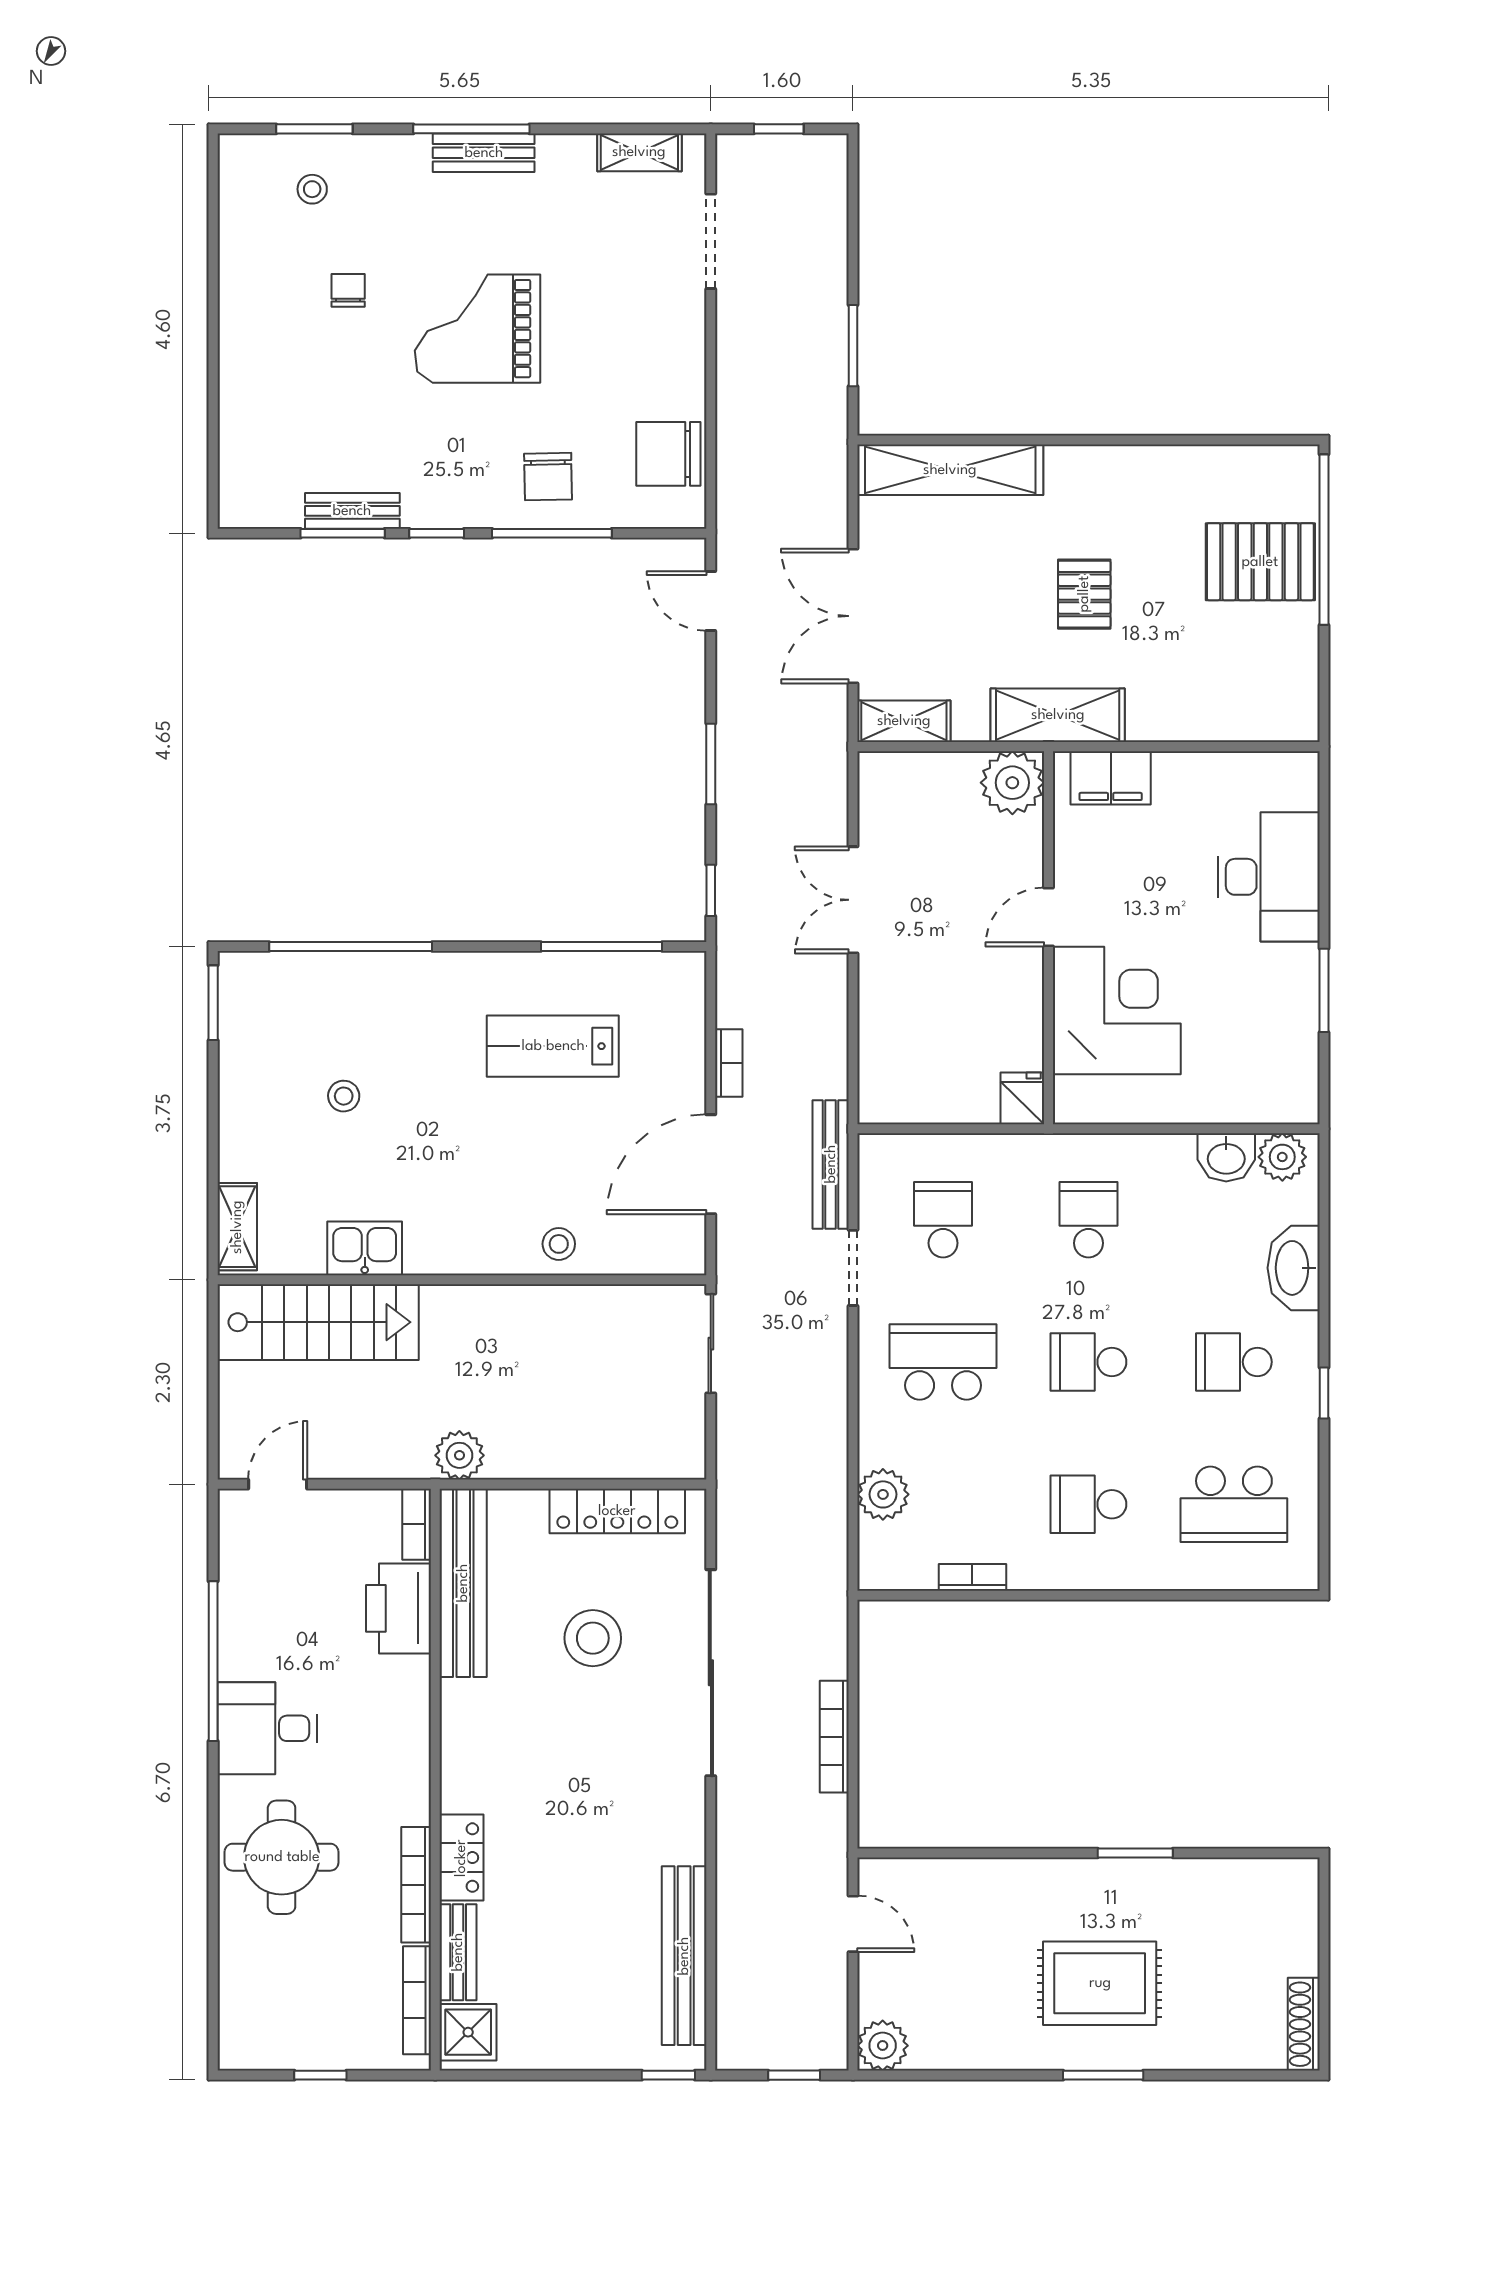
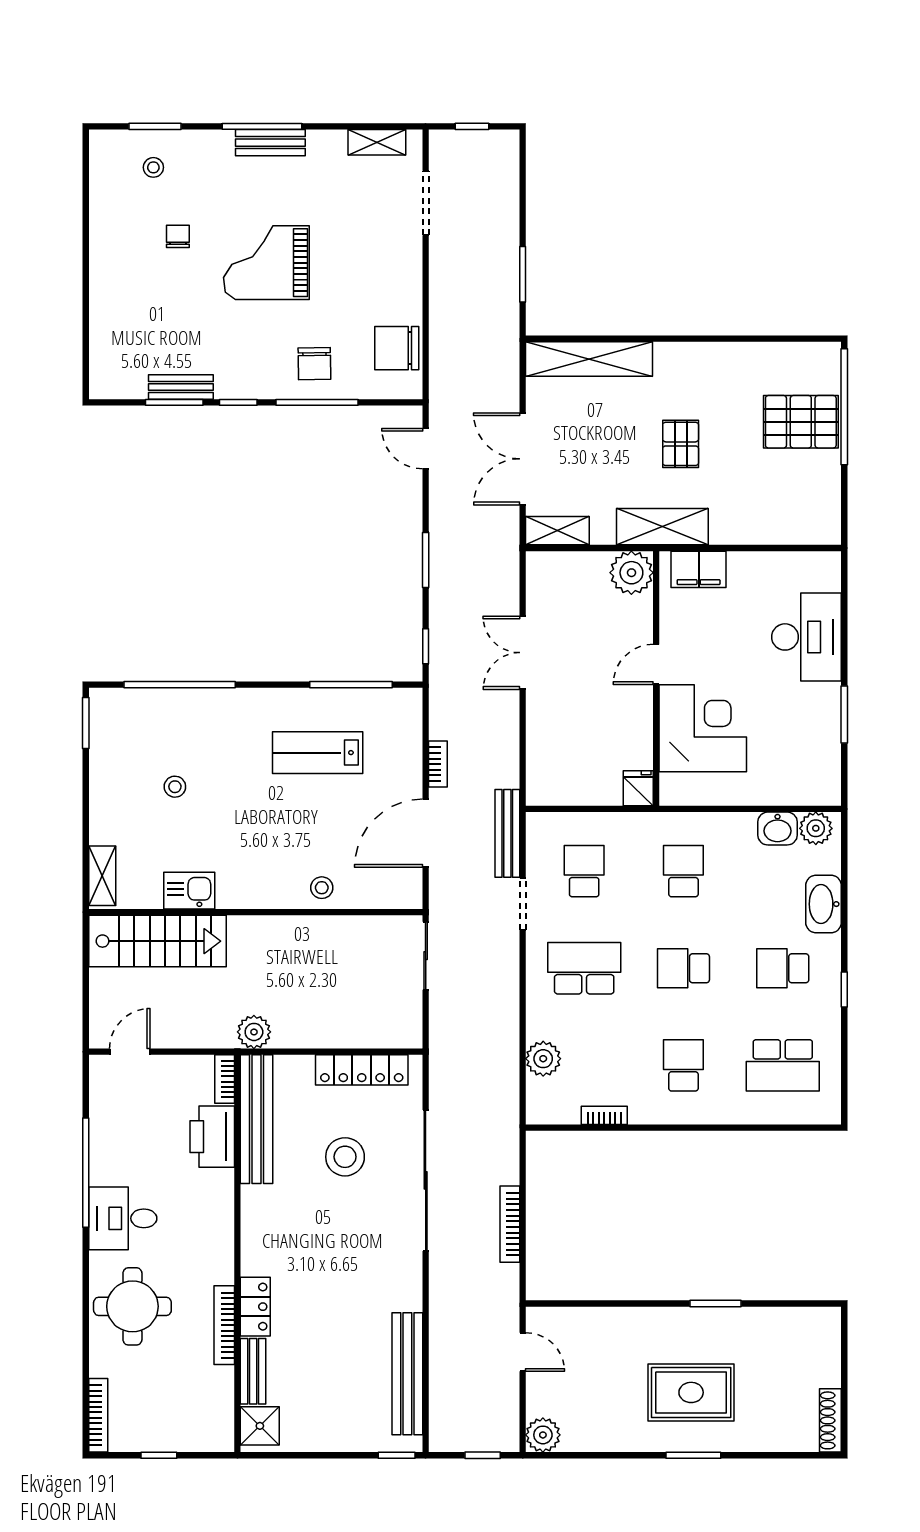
school desk: (1088, 1504) -> (683, 1065), turned 90
bookcase: (417, 2000) -> (98, 1415), moved, turned 180

